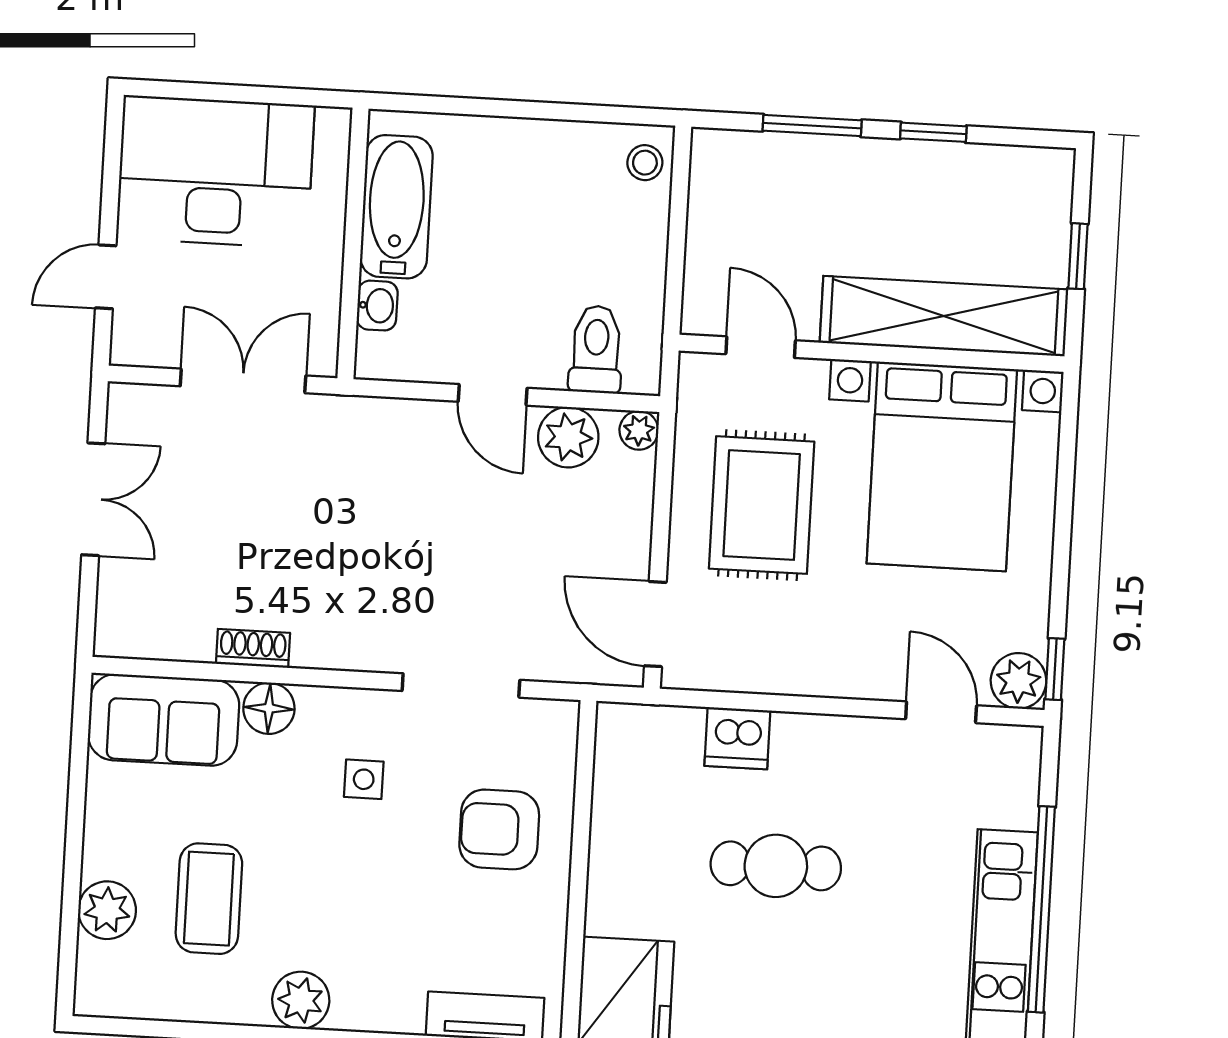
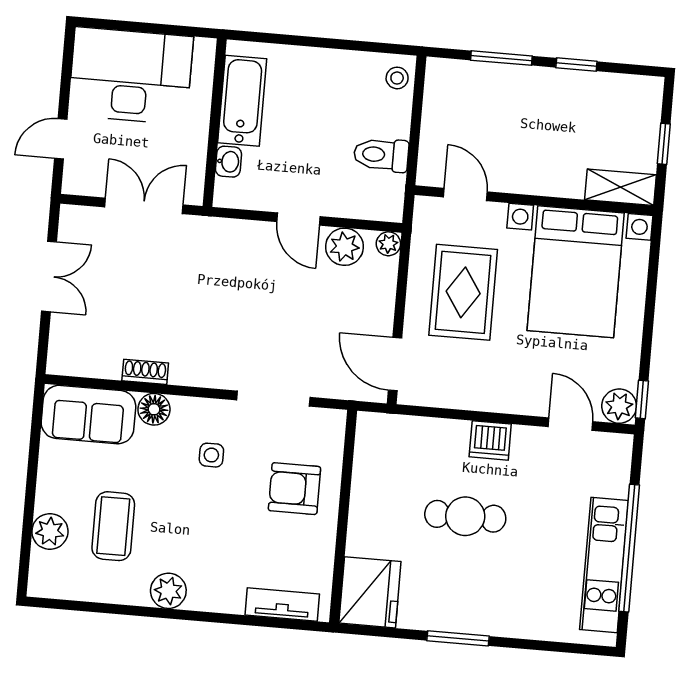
shelving: (944, 316) -> (620, 187), width x0.45, depth x0.75
toilet: (596, 349) -> (381, 155), moved, turned -90
dishwasher: (737, 738) -> (490, 440), moved

